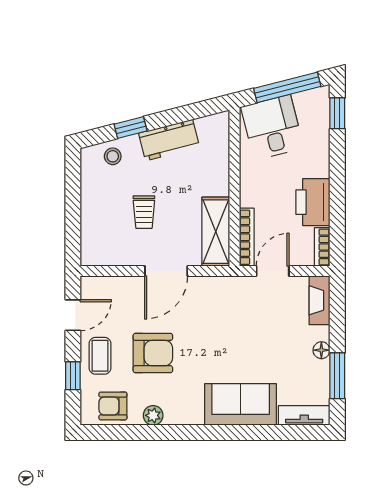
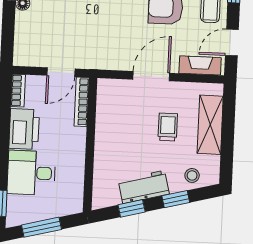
window: (287, 87) -> (41, 227), width x0.69
window: (182, 114) -> (132, 208), added
desk: (272, 127) -> (31, 173), moved, turned 104
shelving: (216, 232) -> (210, 125), moved
fireplace: (319, 300) -> (200, 65), moved, turned -90

